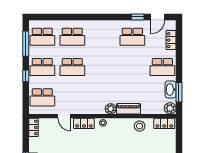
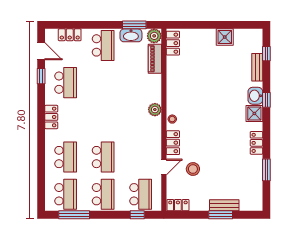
locker: (105, 25) -> (51, 117), added
window: (26, 76) -> (137, 215), moved
piano: (129, 109) -> (155, 59), moved
stool: (140, 126) -> (193, 169), moved

